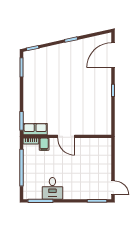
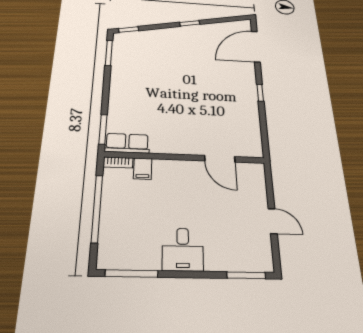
door: (66, 136) -> (220, 159), moved
desk: (52, 188) -> (183, 249), moved
door: (113, 188) -> (273, 221), moved

